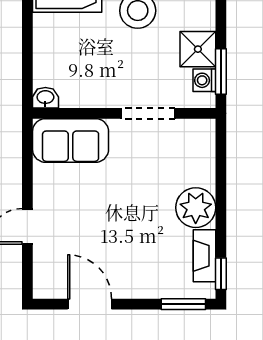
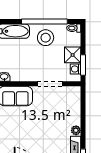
plant: (196, 208) -> (76, 130), width x0.53, depth x0.53

